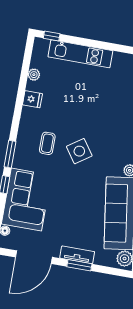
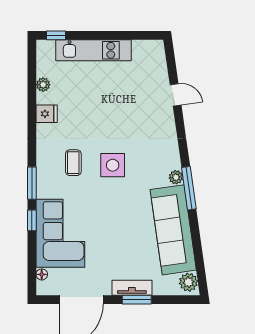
side table: (79, 151) -> (113, 165), turned 35

